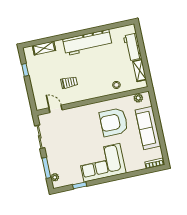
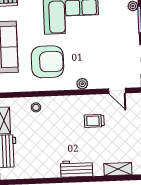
workbench: (87, 42) -> (77, 169), width x0.53, depth x0.76
plant: (138, 98) -> (82, 84), moved

